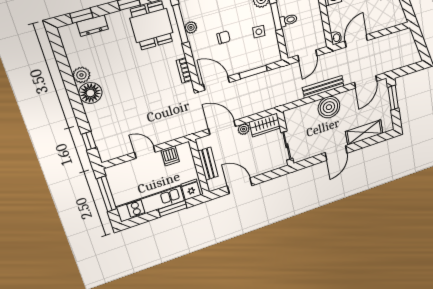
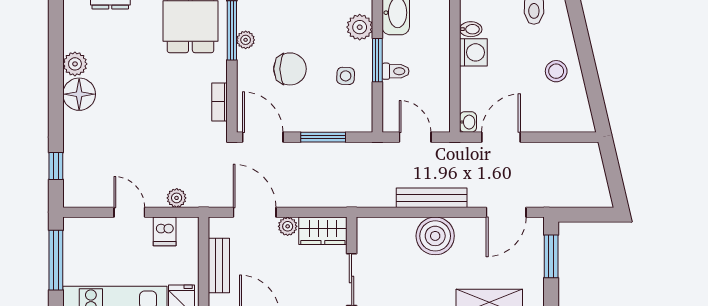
chair: (224, 37) -> (290, 69), width x1.87, depth x1.87
door: (307, 56) -> (415, 137), swing flipped
plant: (172, 135) -> (177, 198), added

